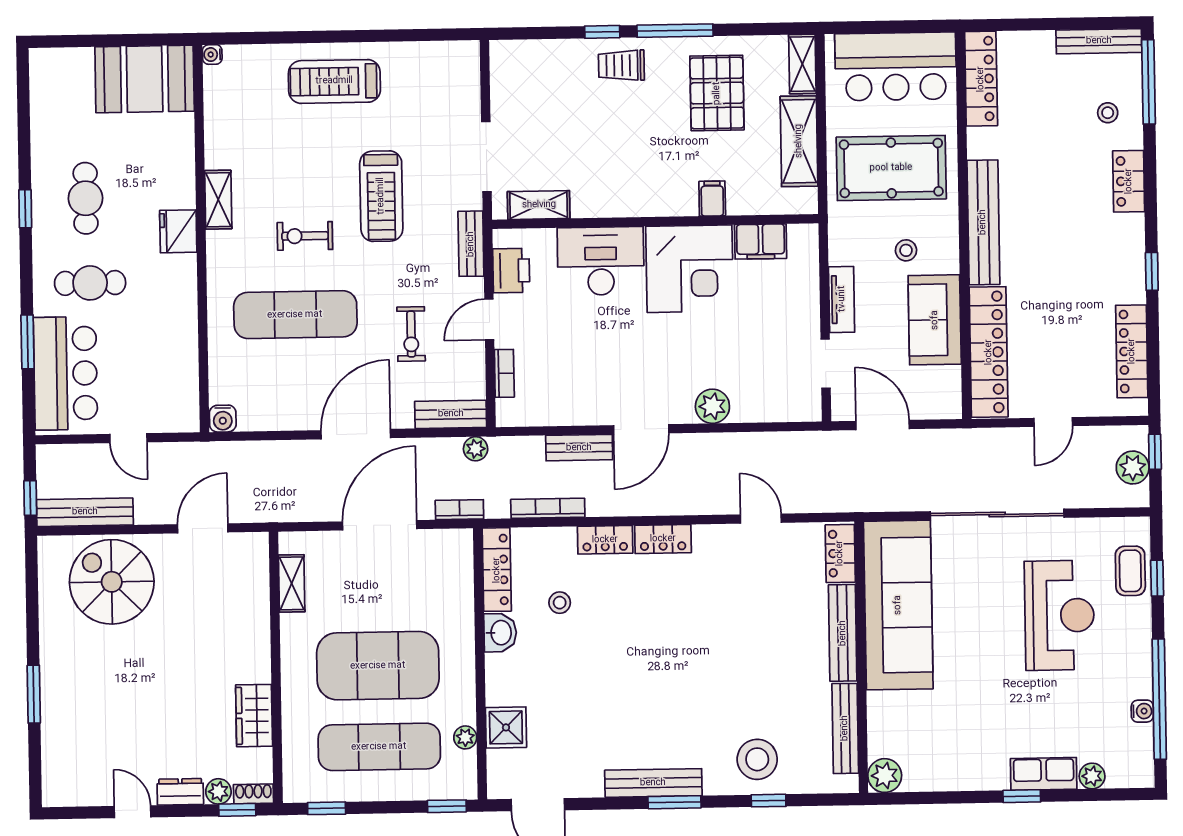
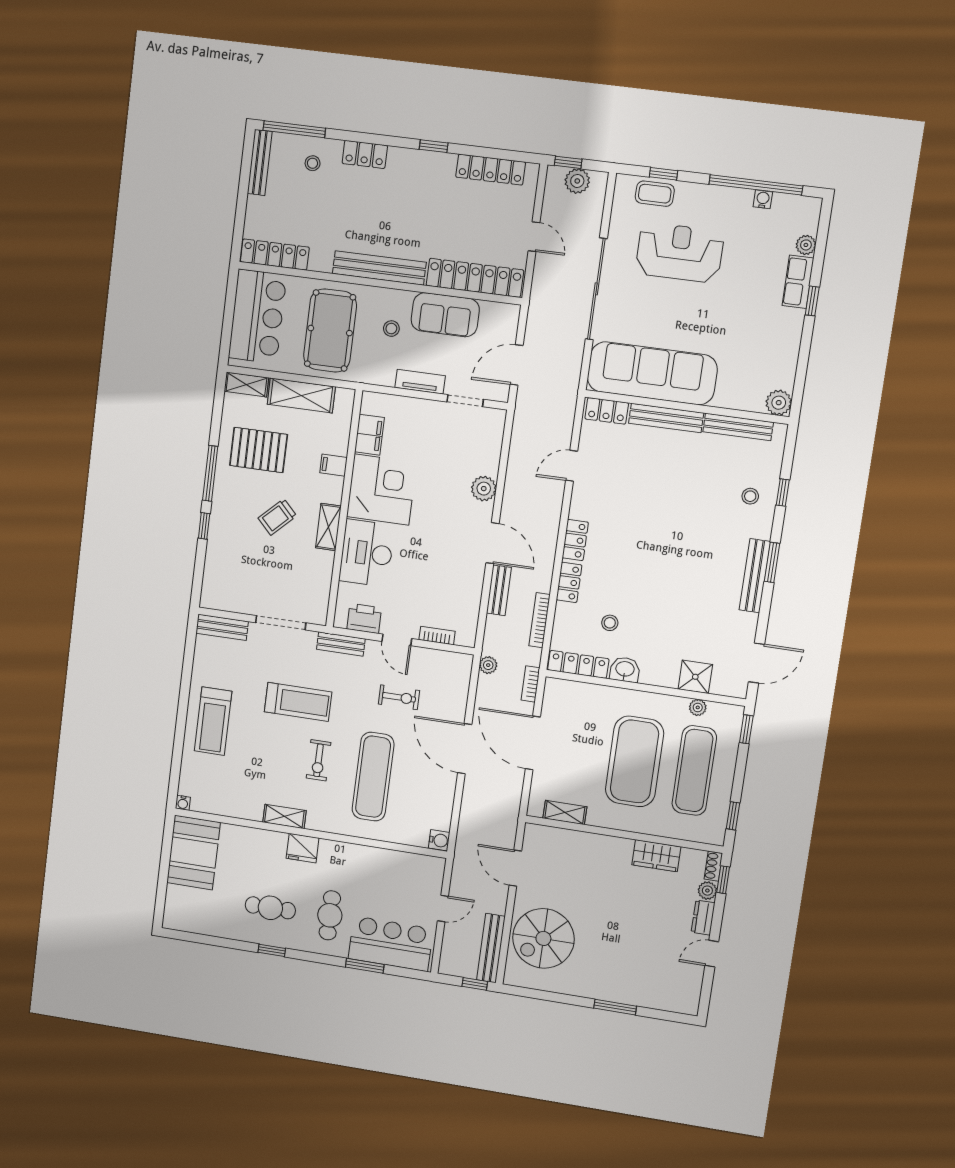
trolley: (621, 65) -> (277, 517), moved, turned 46
shelving: (539, 205) -> (328, 527), moved
bench: (451, 414) -> (222, 627), moved, turned 90
stool: (757, 759) -> (750, 496), width x0.53, depth x0.53

